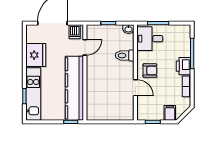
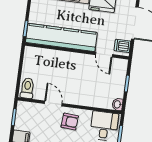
toilet: (125, 55) -> (27, 88), moved
armchair: (150, 71) -> (70, 122), turned -86
door: (135, 88) -> (53, 103), swing flipped

